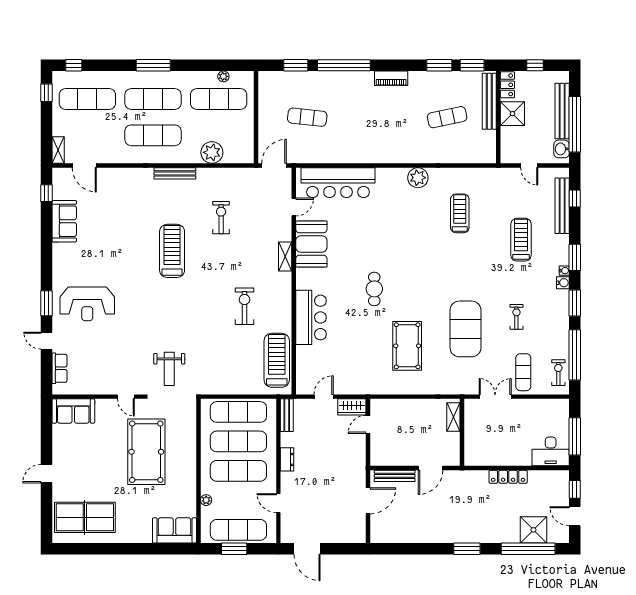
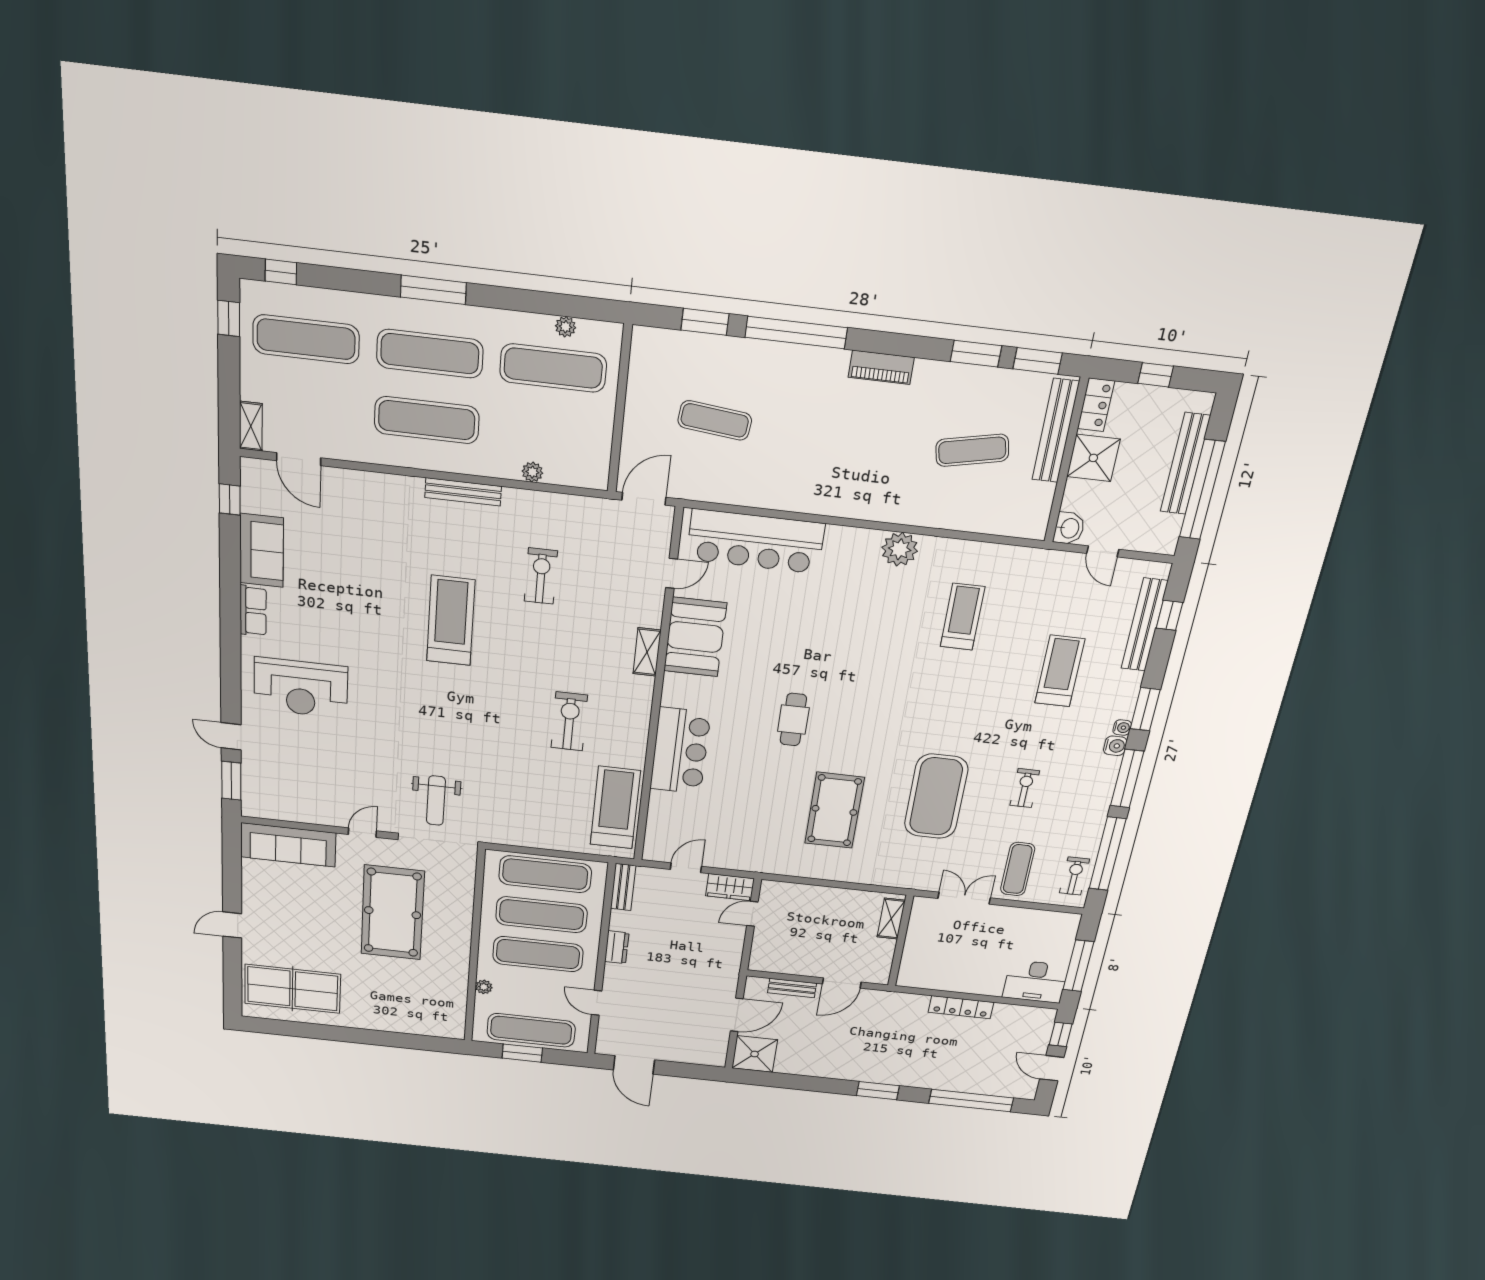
washbasin: (562, 149) -> (1069, 528), moved, turned 180
plant: (212, 152) -> (532, 472), width x0.53, depth x0.53
window: (47, 303) -> (231, 781), moved
window: (575, 303) -> (1127, 779), width x1.44
row of seats: (59, 368) -> (253, 611), moved
door: (126, 397) -> (362, 833), swing flipped
sofa: (73, 411) -> (288, 845), width x1.36
bench: (395, 476) -> (792, 988), width x0.73
sofa: (174, 530) -> (432, 1020), removed
shower: (533, 530) -> (755, 1054), moved

